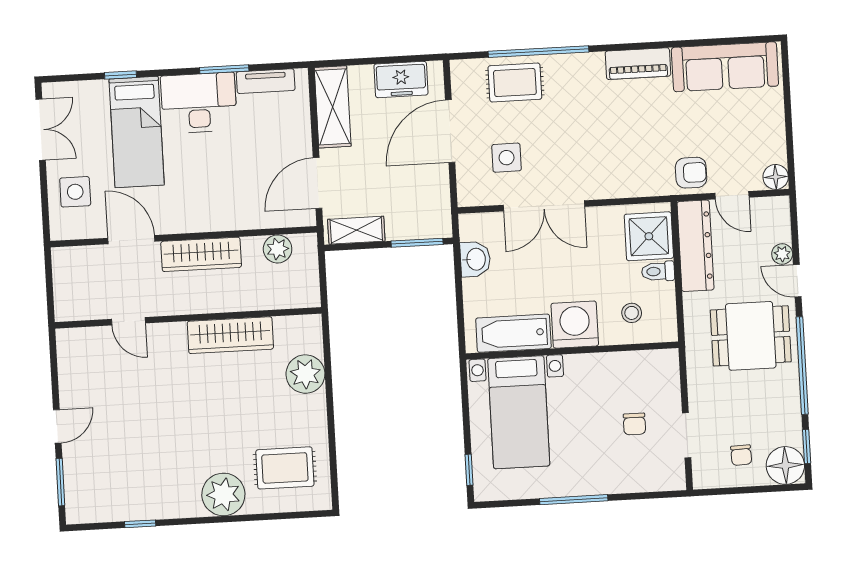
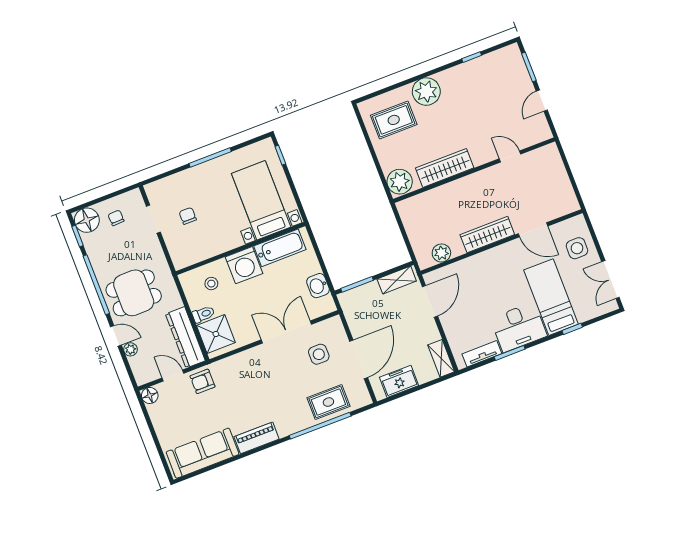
shelving: (333, 107) -> (441, 358), width x0.67, depth x0.75
wall: (188, 318) -> (474, 170), moved
door: (128, 321) -> (510, 156), moved
wardrobe: (230, 335) -> (445, 168), moved

